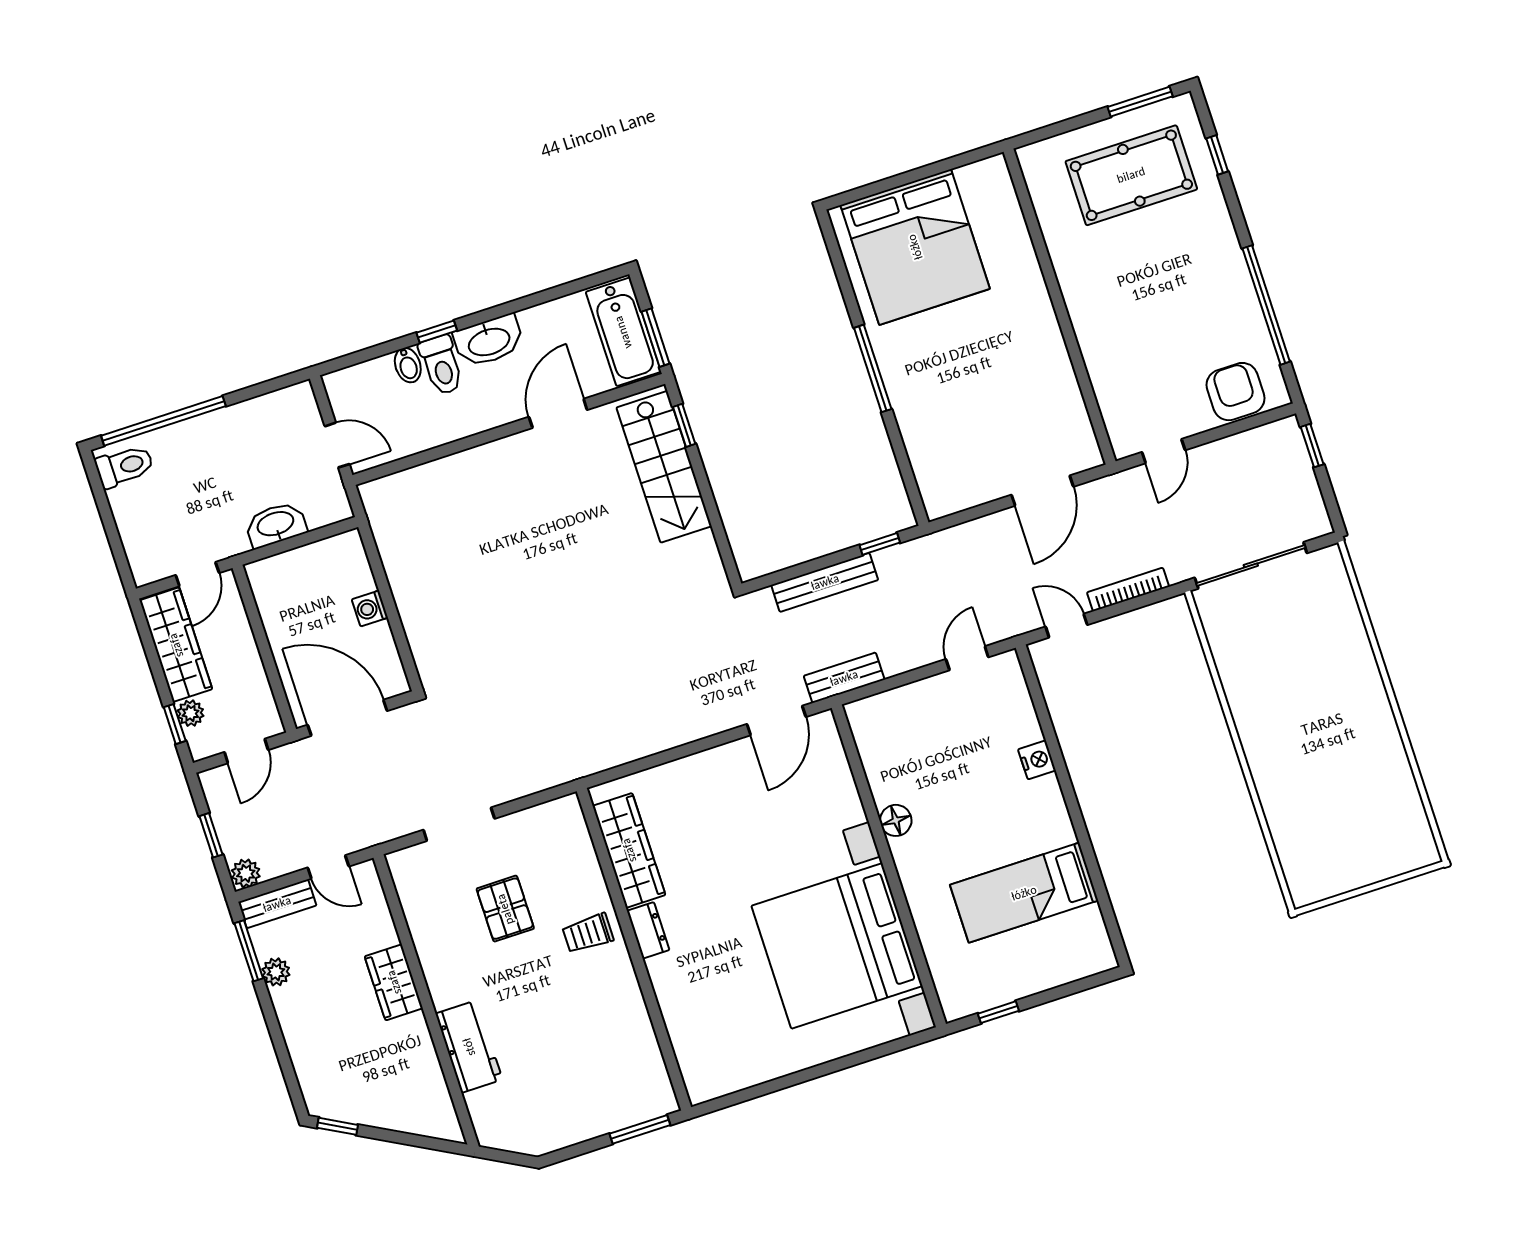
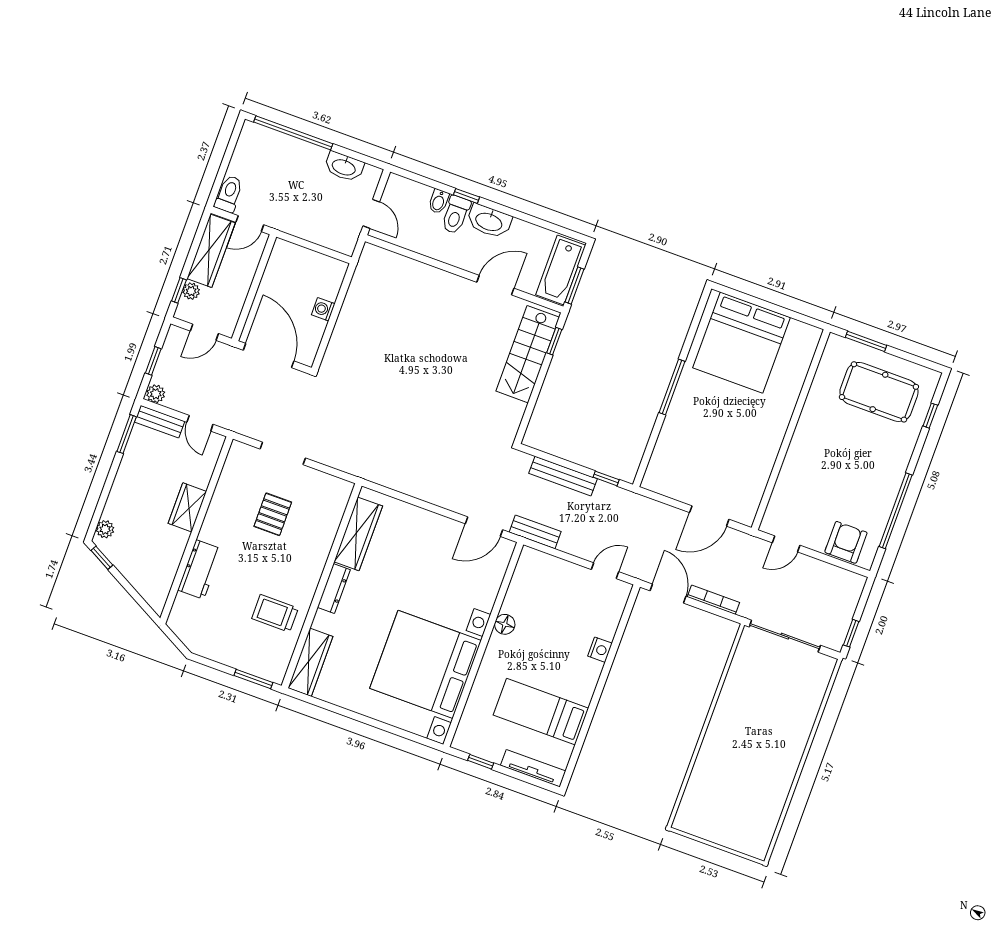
window: (1140, 102) -> (866, 341), moved
window: (1312, 446) -> (851, 633), moved
toilet: (125, 466) -> (229, 194), moved, turned -90
washbasin: (276, 525) -> (344, 167), moved, turned 180
door: (1066, 626) -> (668, 594), width x1.38
dresser: (648, 930) -> (334, 588), width x1.44
trolley: (588, 933) -> (275, 613), moved, width x1.36, depth x1.39
tv unit: (1069, 970) -> (533, 768), added
plant: (276, 972) -> (105, 529), moved
wardrobe: (694, 1054) -> (310, 662), added

